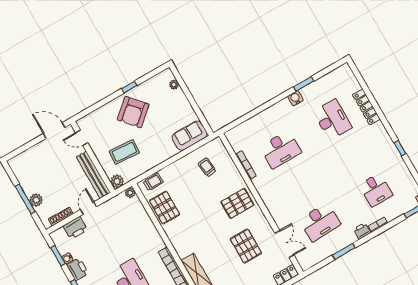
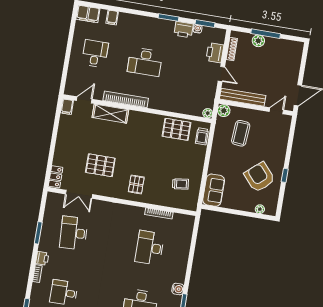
armchair: (133, 112) -> (260, 177), moved
pallet: (237, 203) -> (136, 184), width x0.67, depth x0.71

